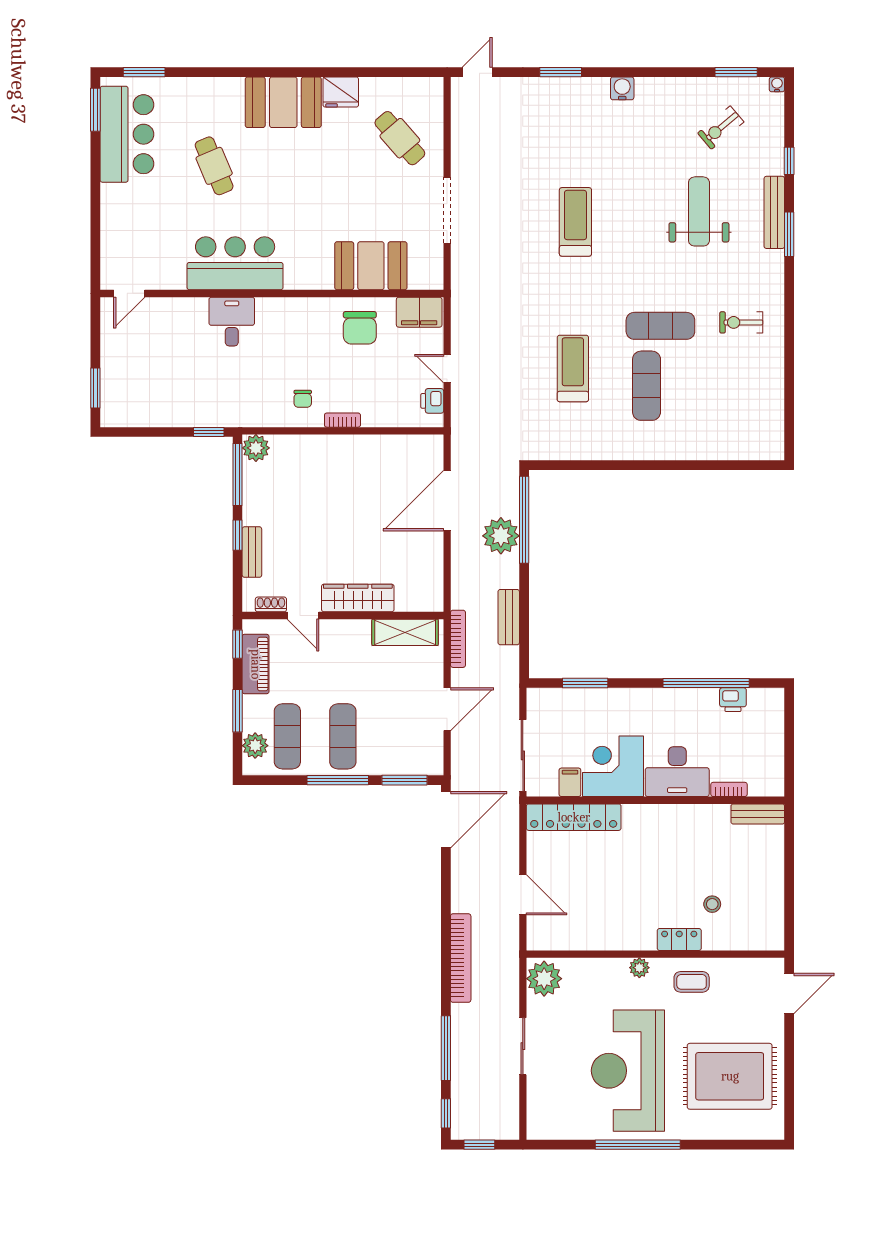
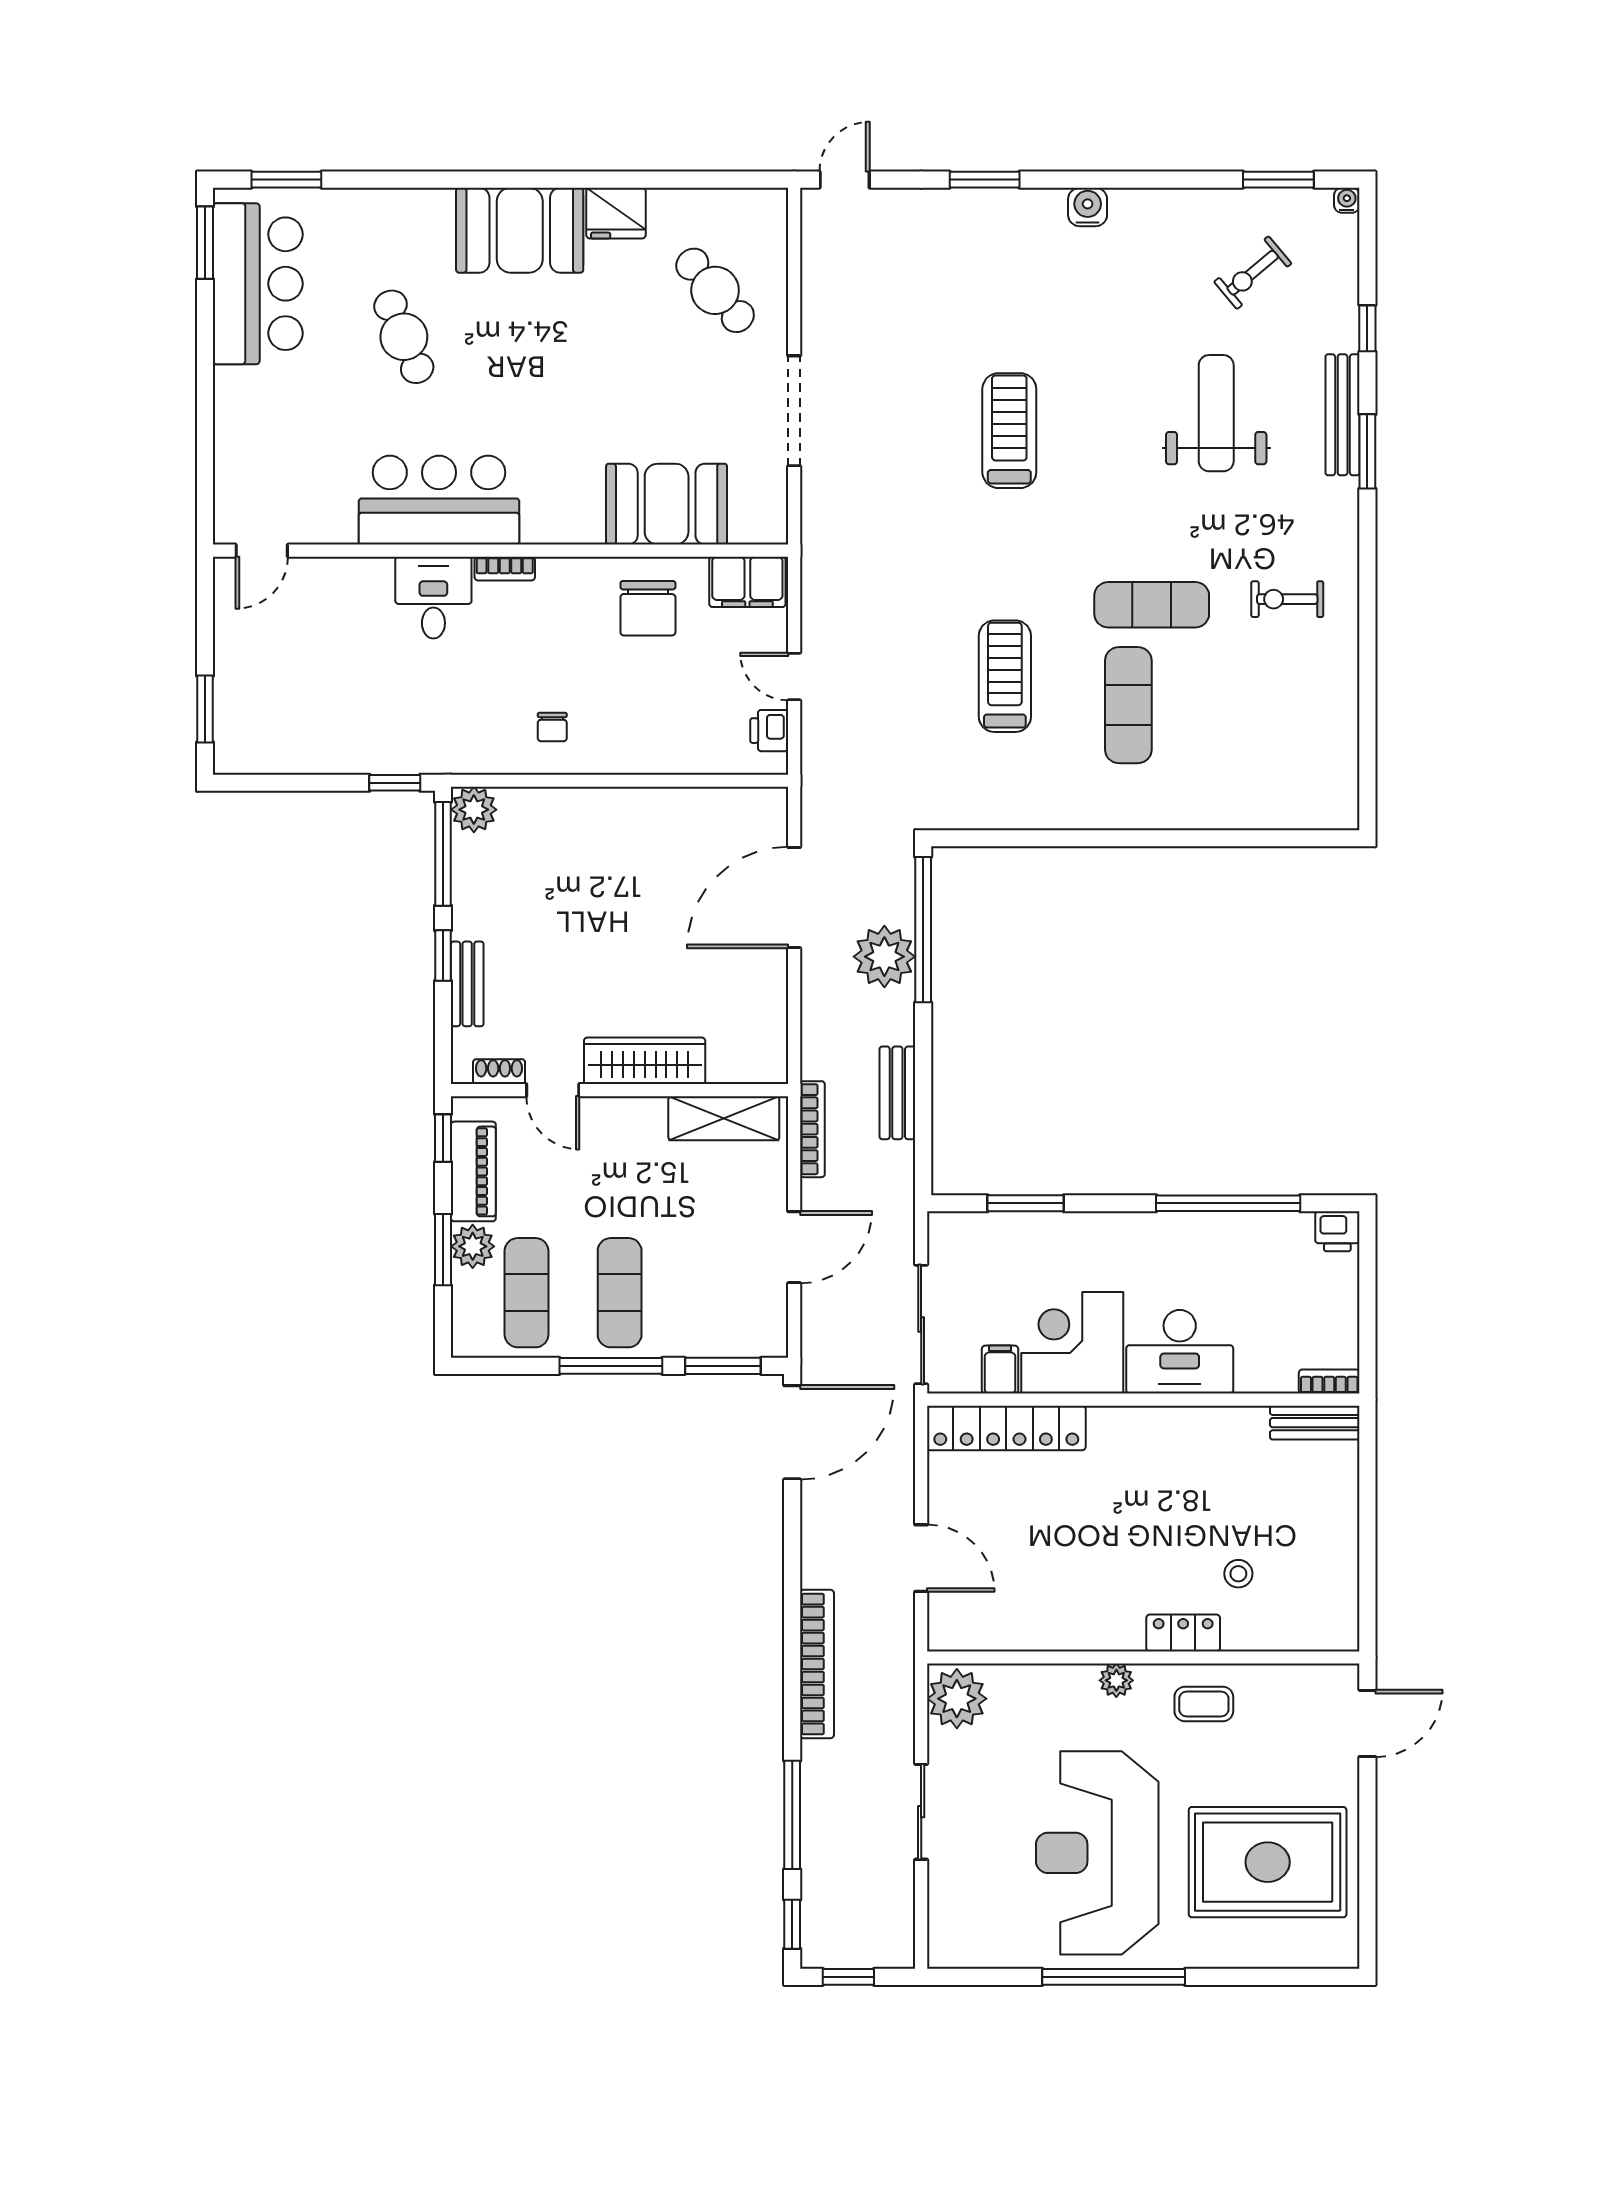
bookcase: (342, 420) -> (505, 569), moved, turned 180
printer: (733, 700) -> (1337, 1231), moved
plant: (255, 746) -> (473, 1246), moved
bookcase: (729, 789) -> (1329, 1382), moved

